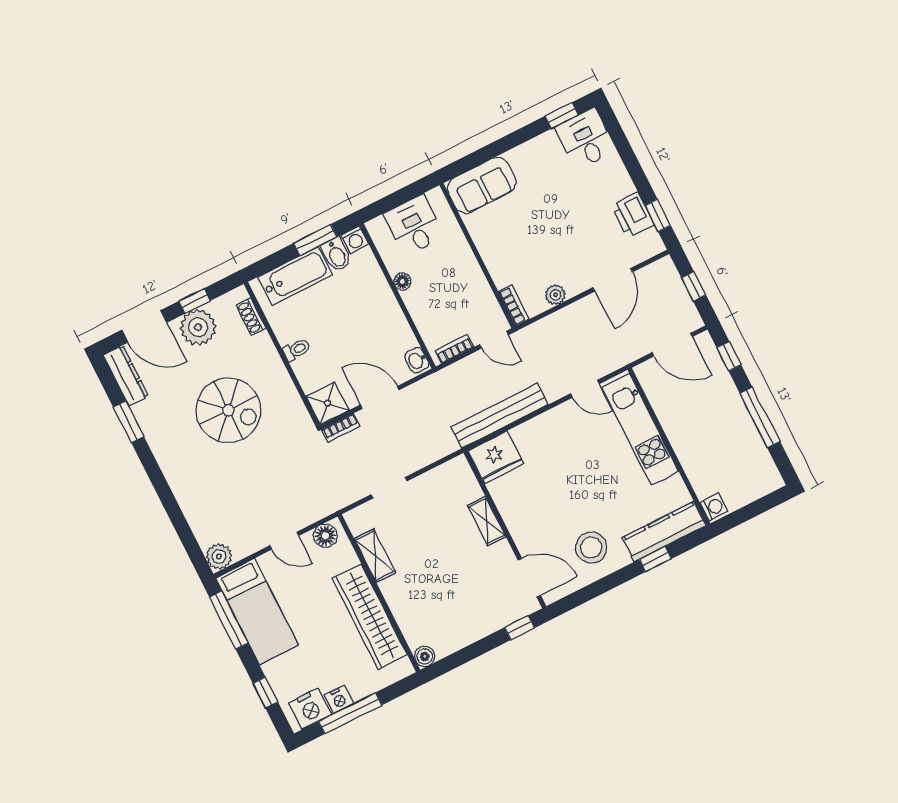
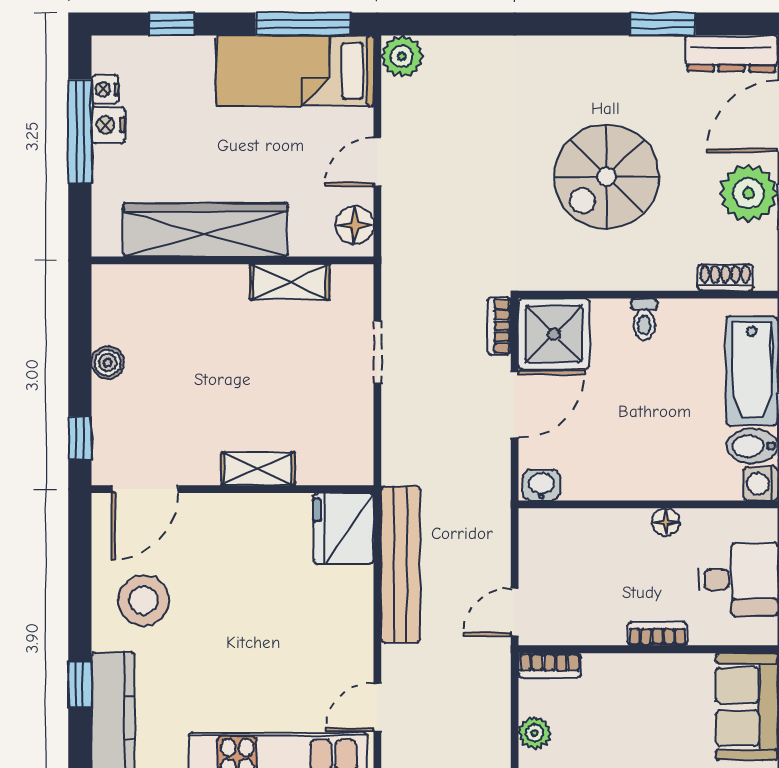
bookcase: (454, 349) -> (657, 634), moved, turned -90
shower: (327, 403) -> (554, 334), width x1.36, depth x1.36
boiler: (425, 656) -> (108, 363), moved
nightstand: (310, 709) -> (105, 89), width x0.53, depth x0.56

